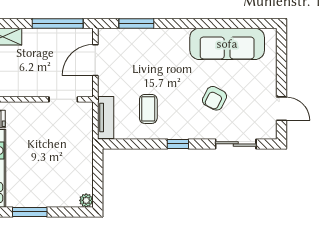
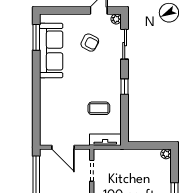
window: (136, 23) -> (36, 37), moved
armchair: (214, 98) -> (90, 43), moved
plant: (270, 132) -> (116, 19), added

